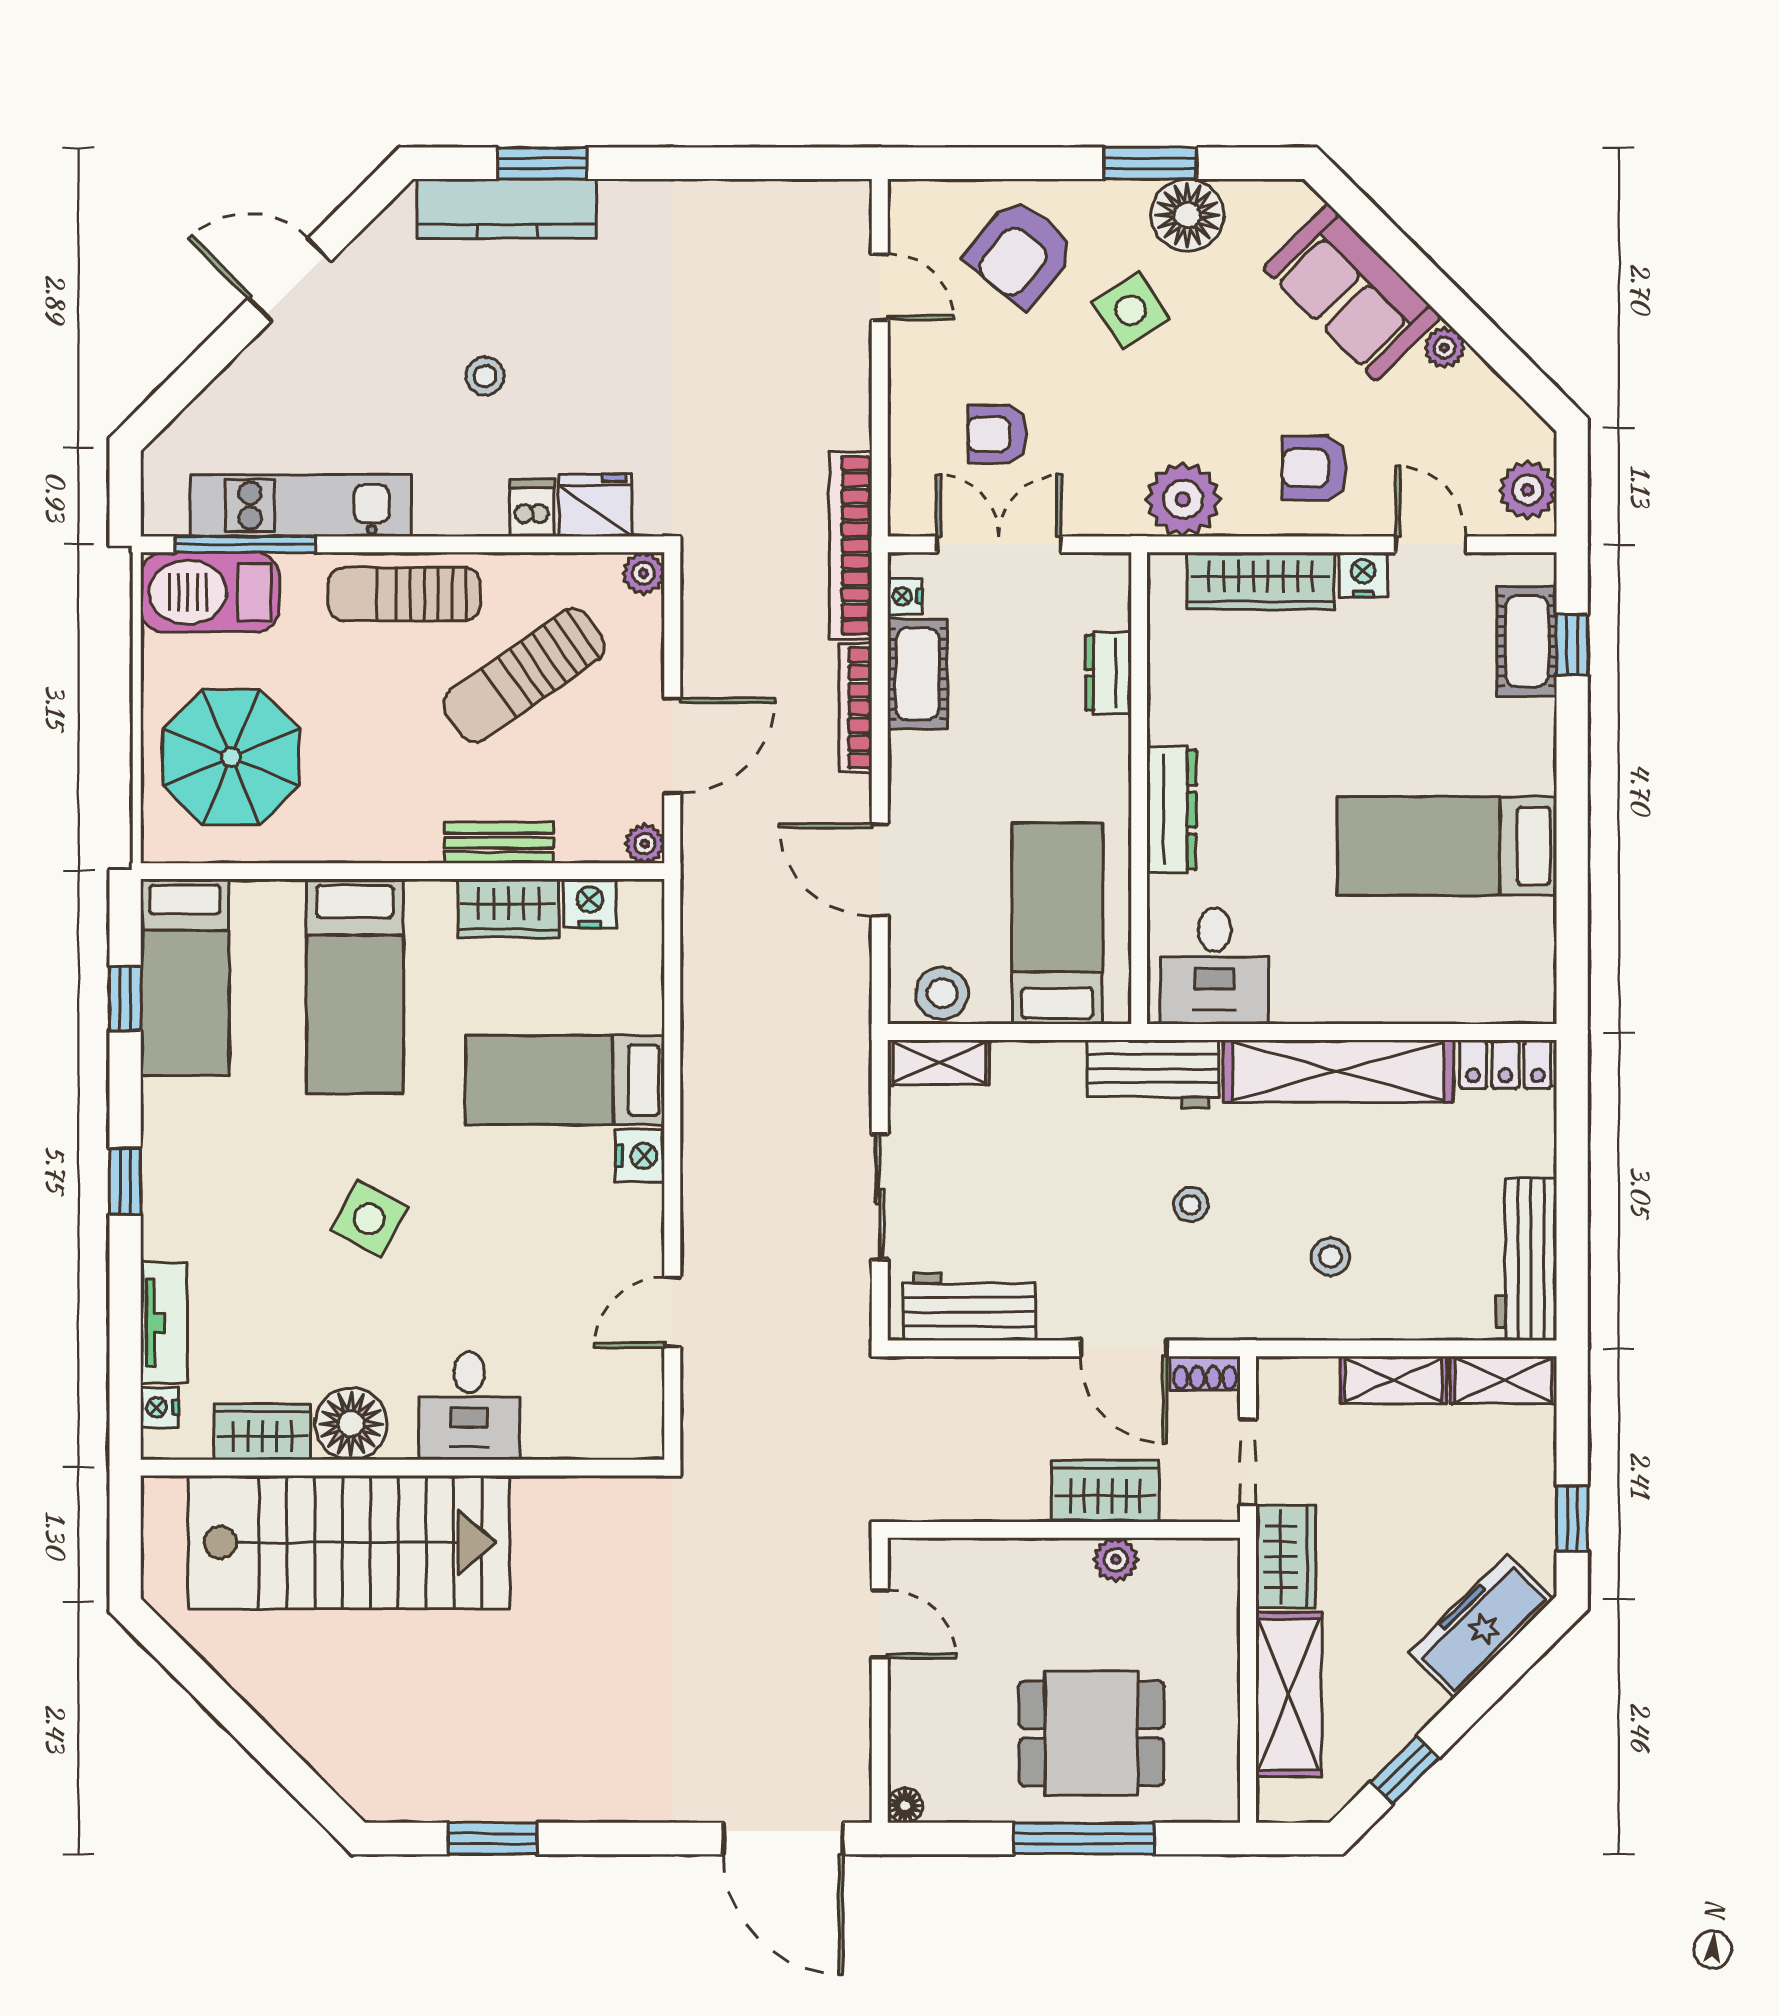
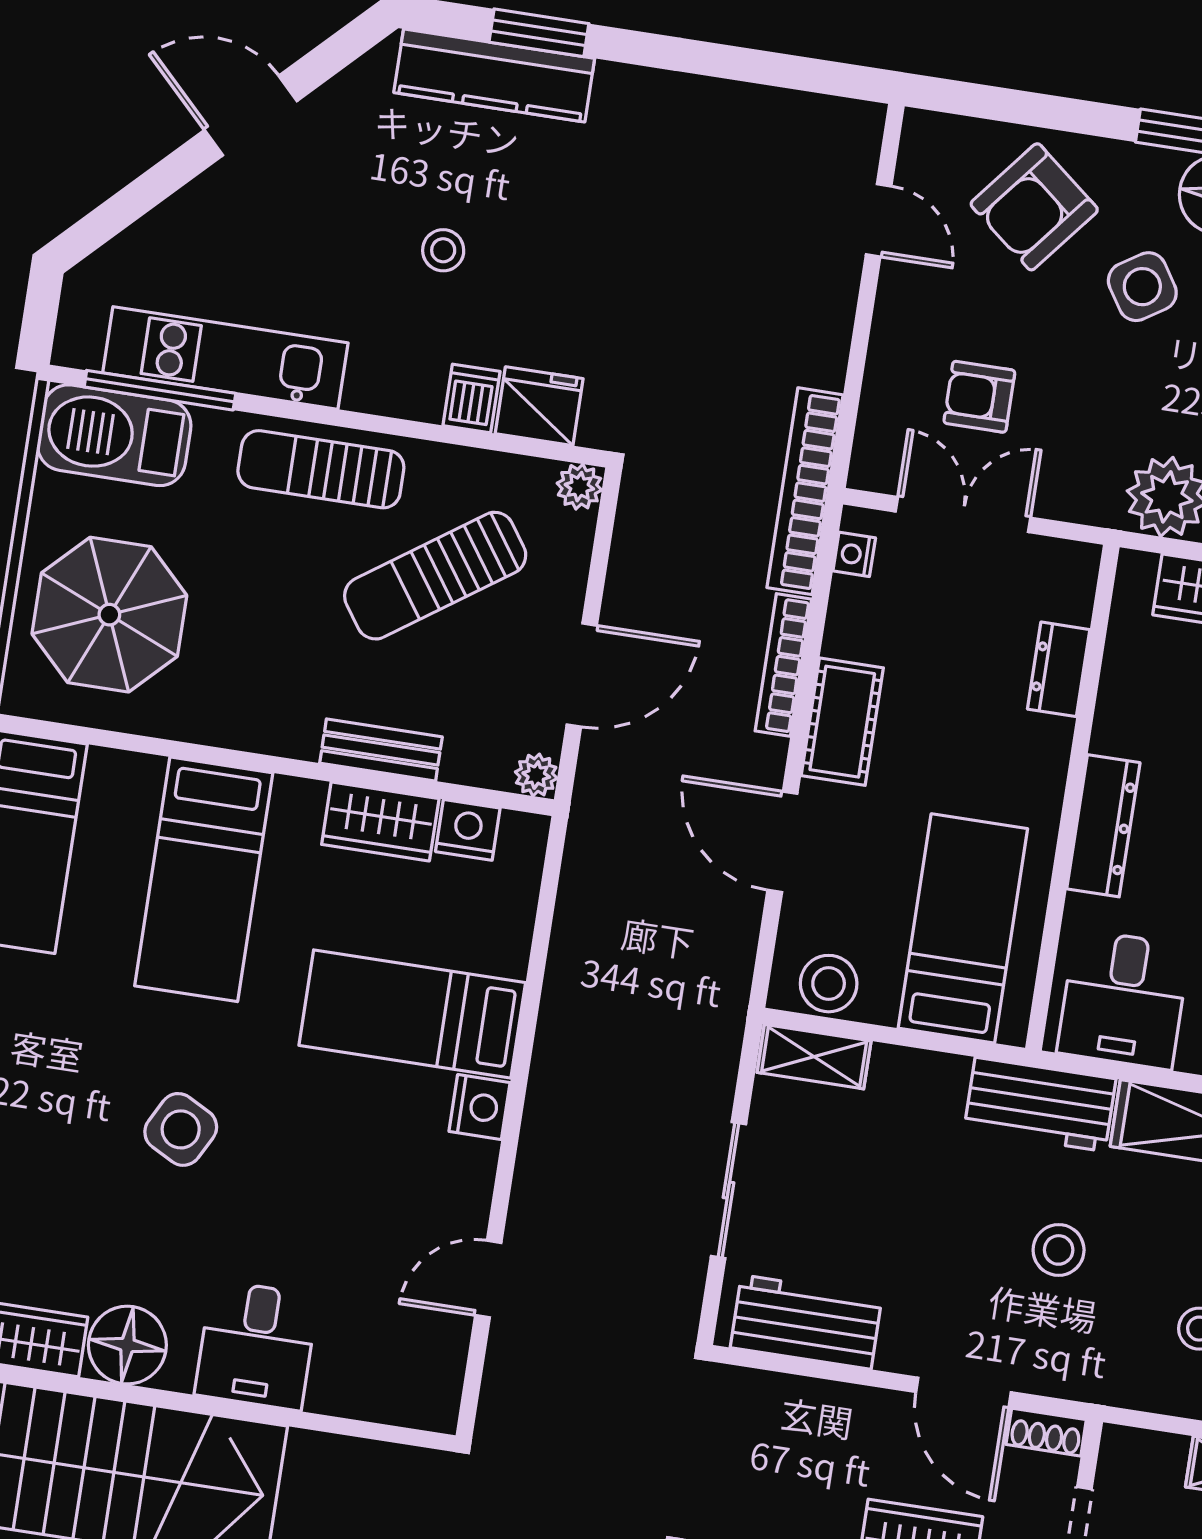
cot: (918, 674) -> (842, 722), moved
stool: (1191, 1205) -> (1059, 1250), width x1.37, depth x1.37

